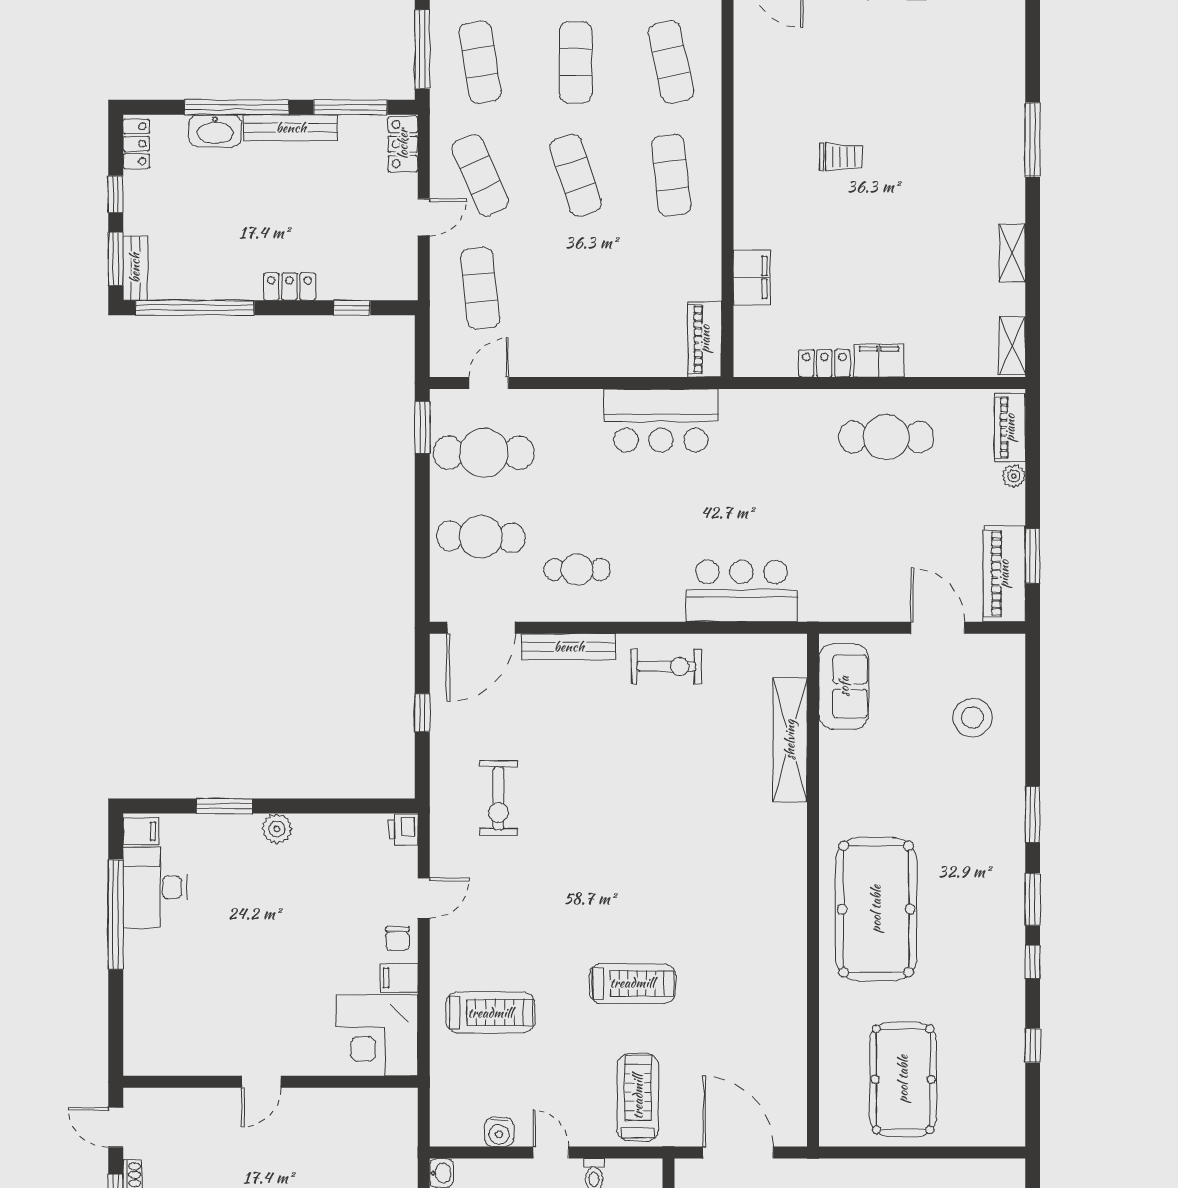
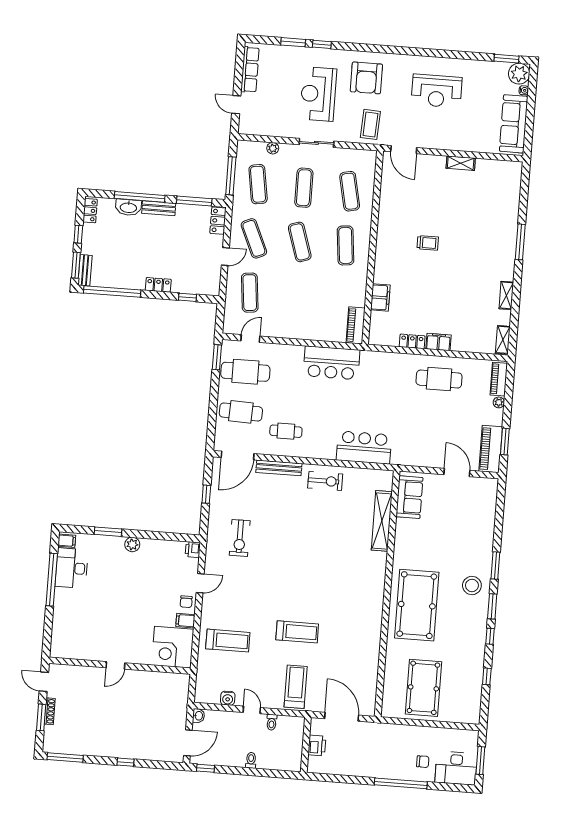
bench: (291, 128) -> (159, 208), width x0.73
stool: (973, 718) -> (472, 585), moved

